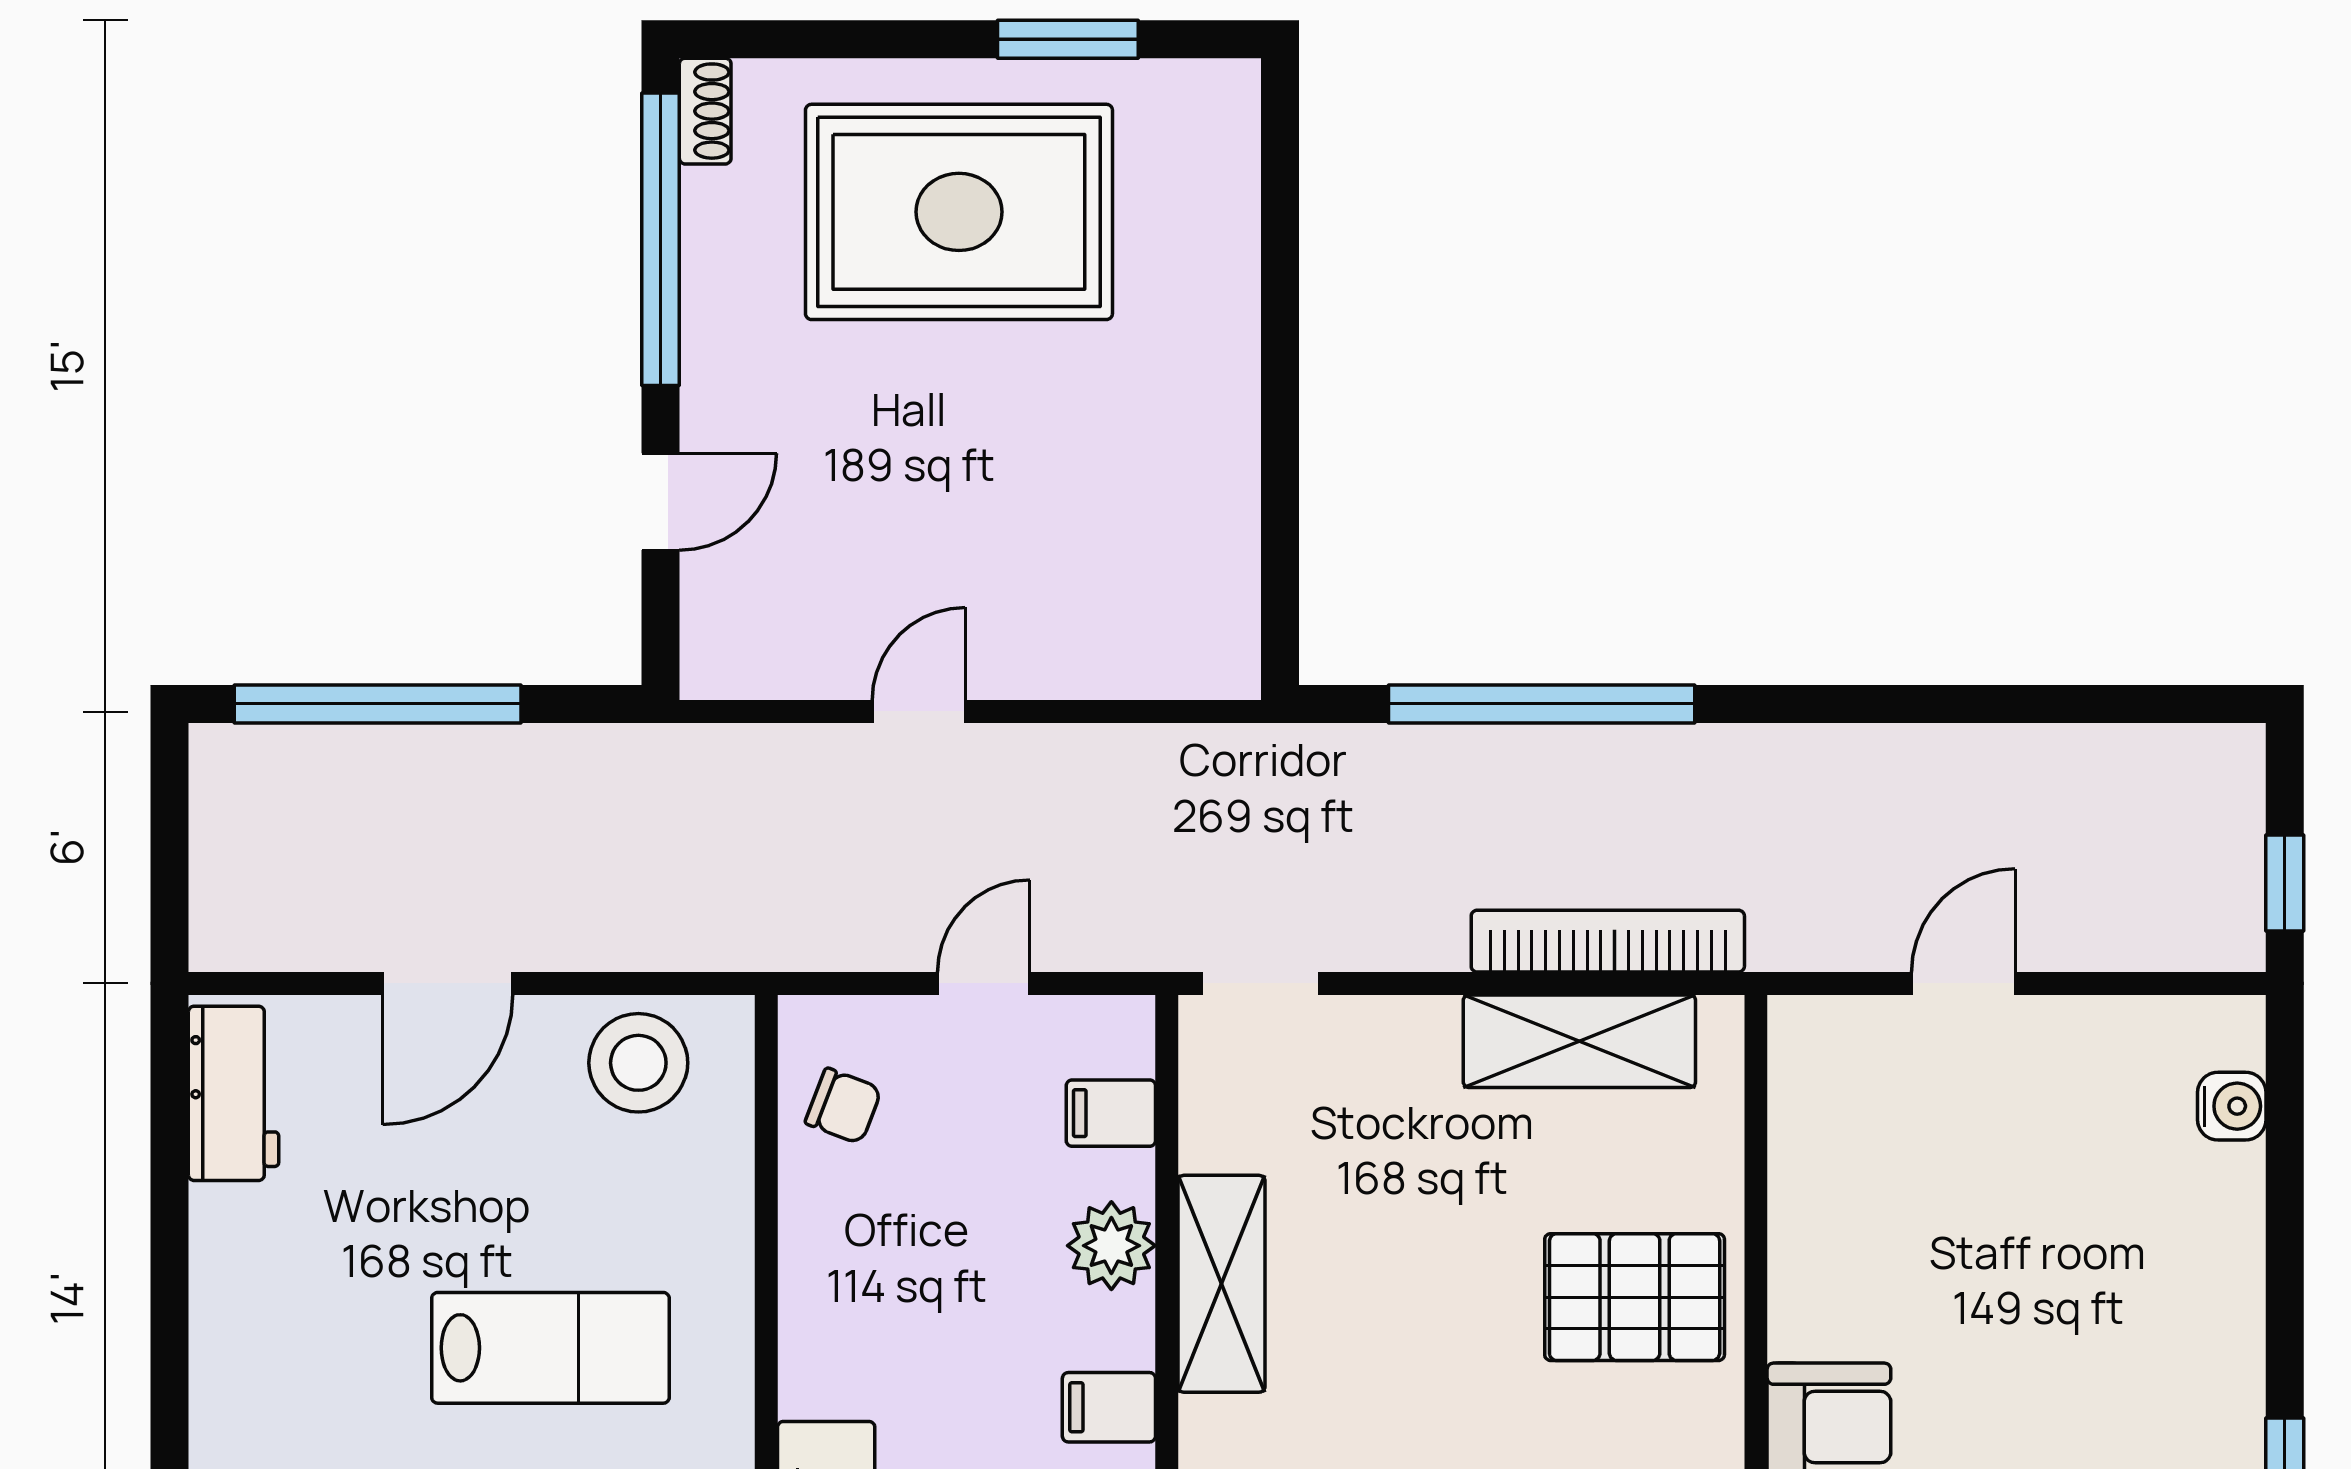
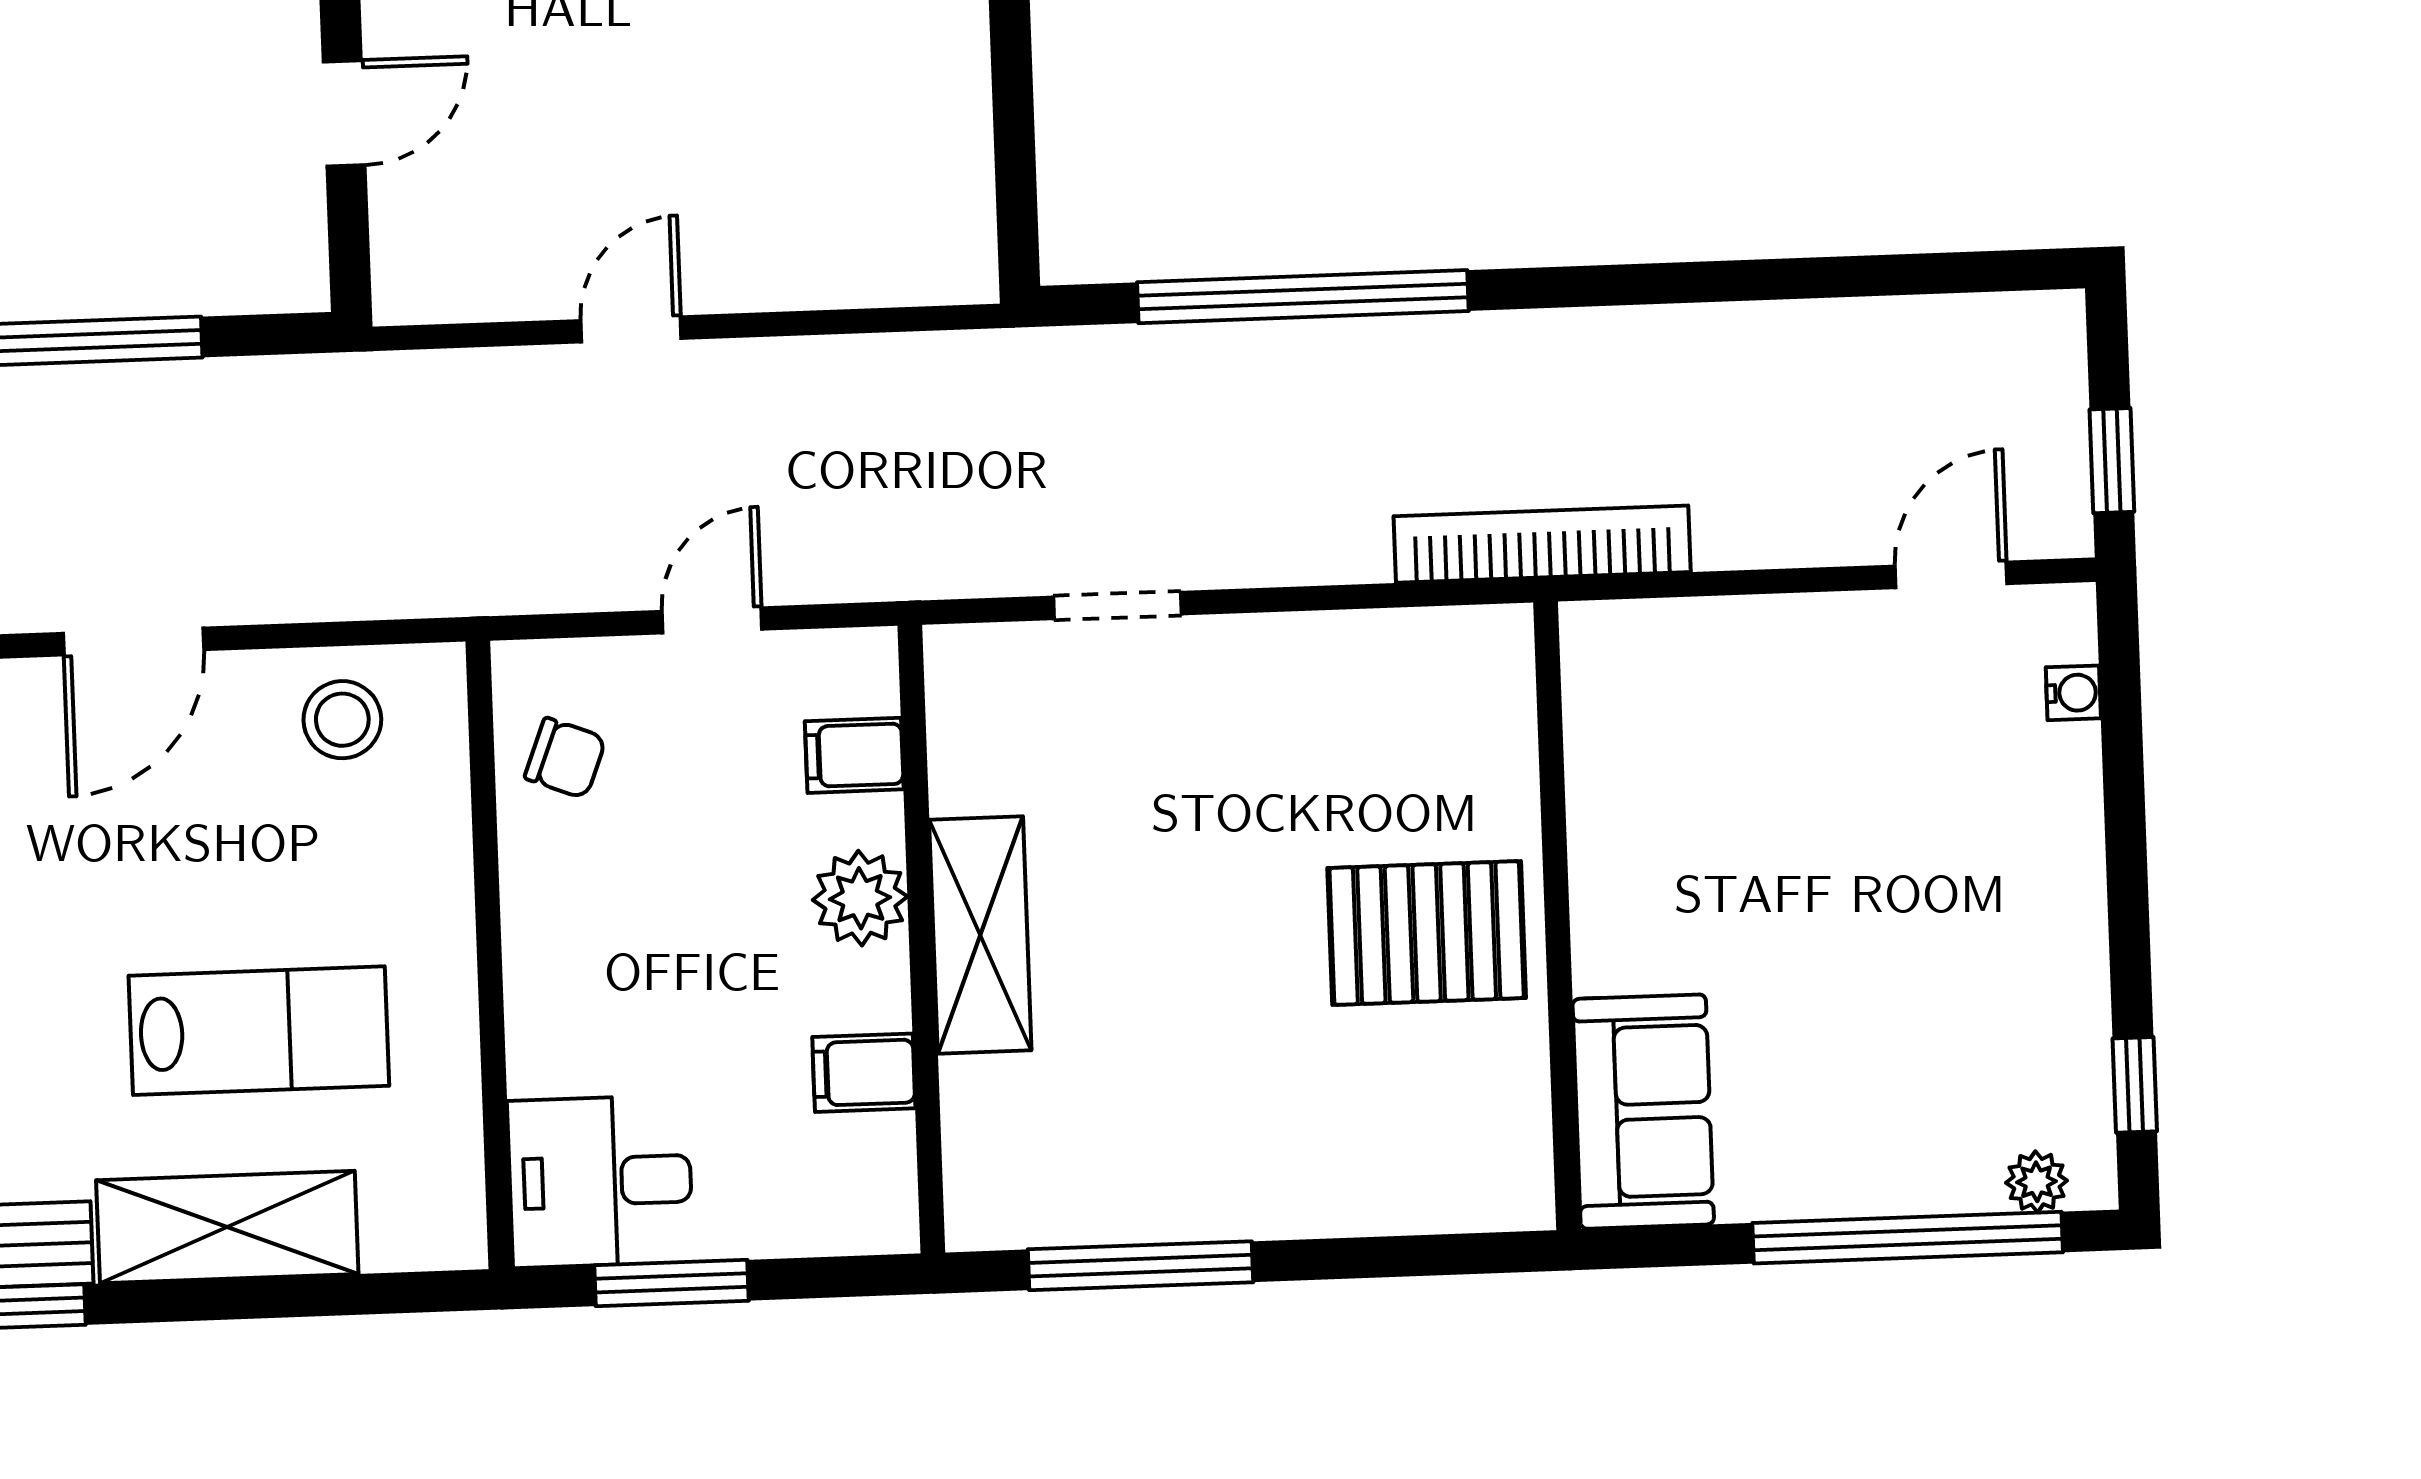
bookcase: (1608, 941) -> (1542, 544), moved
doorway: (1261, 983) -> (1117, 605), moved
door: (1963, 983) -> (1951, 575), moved
shelving: (1579, 1041) -> (1357, 659), removed
stool: (638, 1063) -> (342, 720), width x0.73, depth x0.73
water cooler: (2232, 1106) -> (2073, 693), width x0.72, depth x0.72

